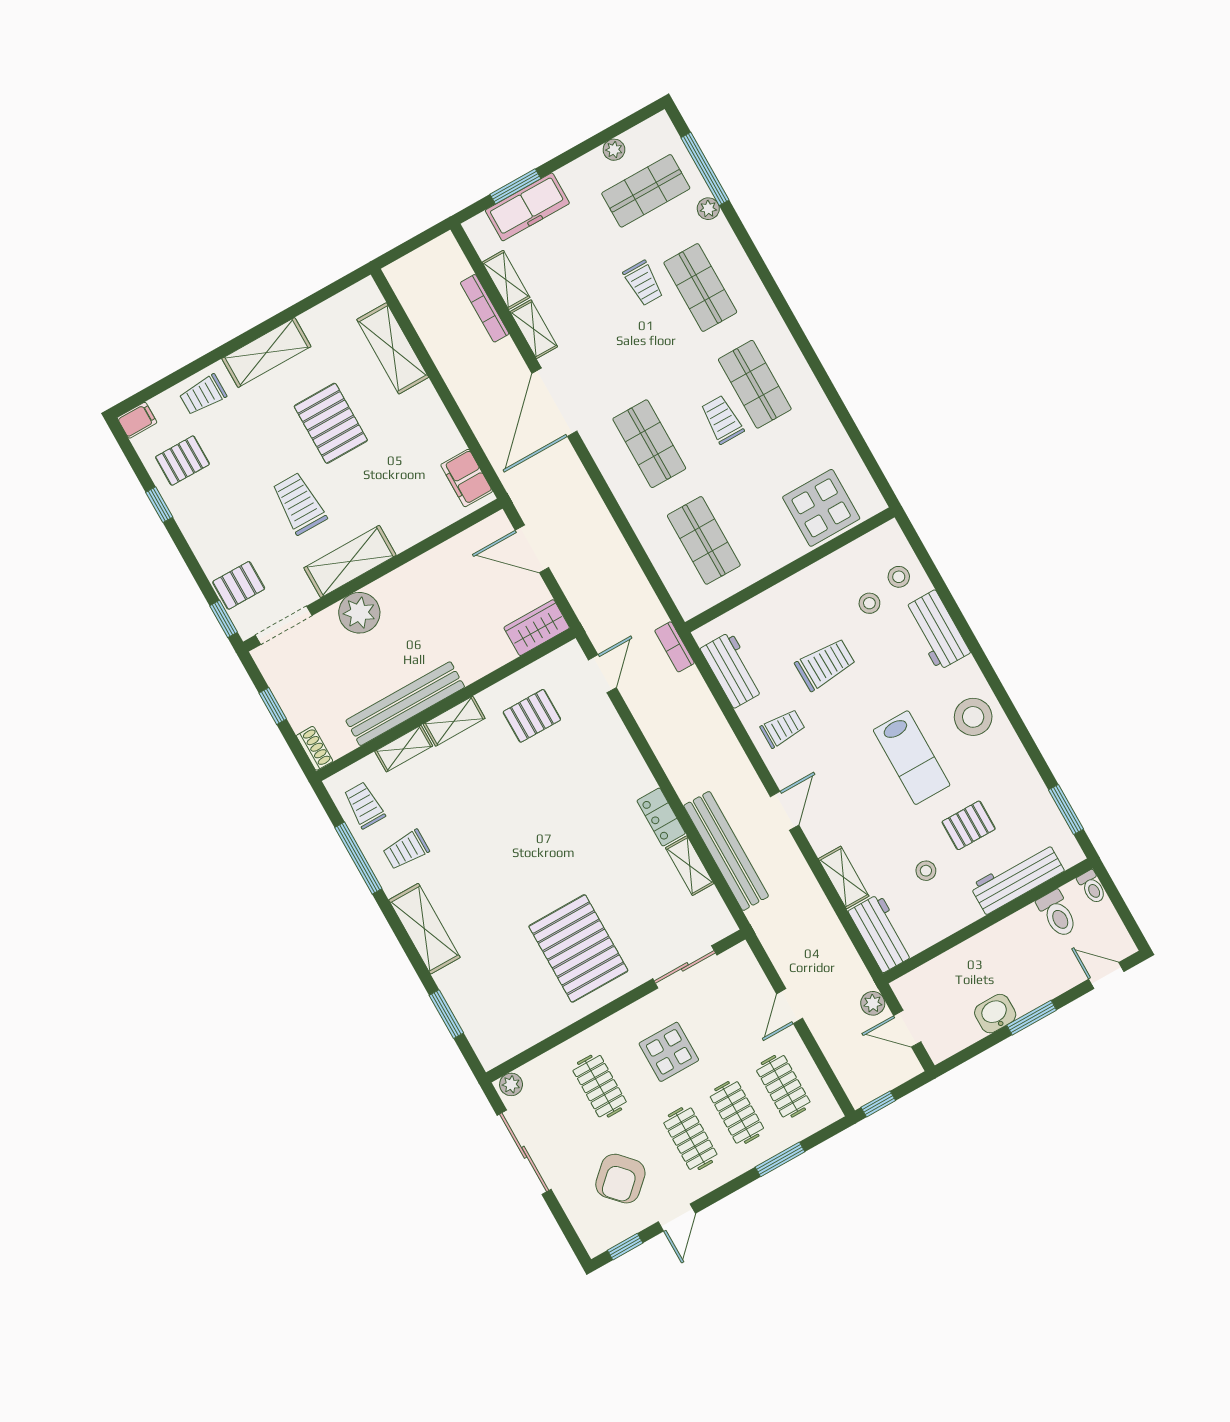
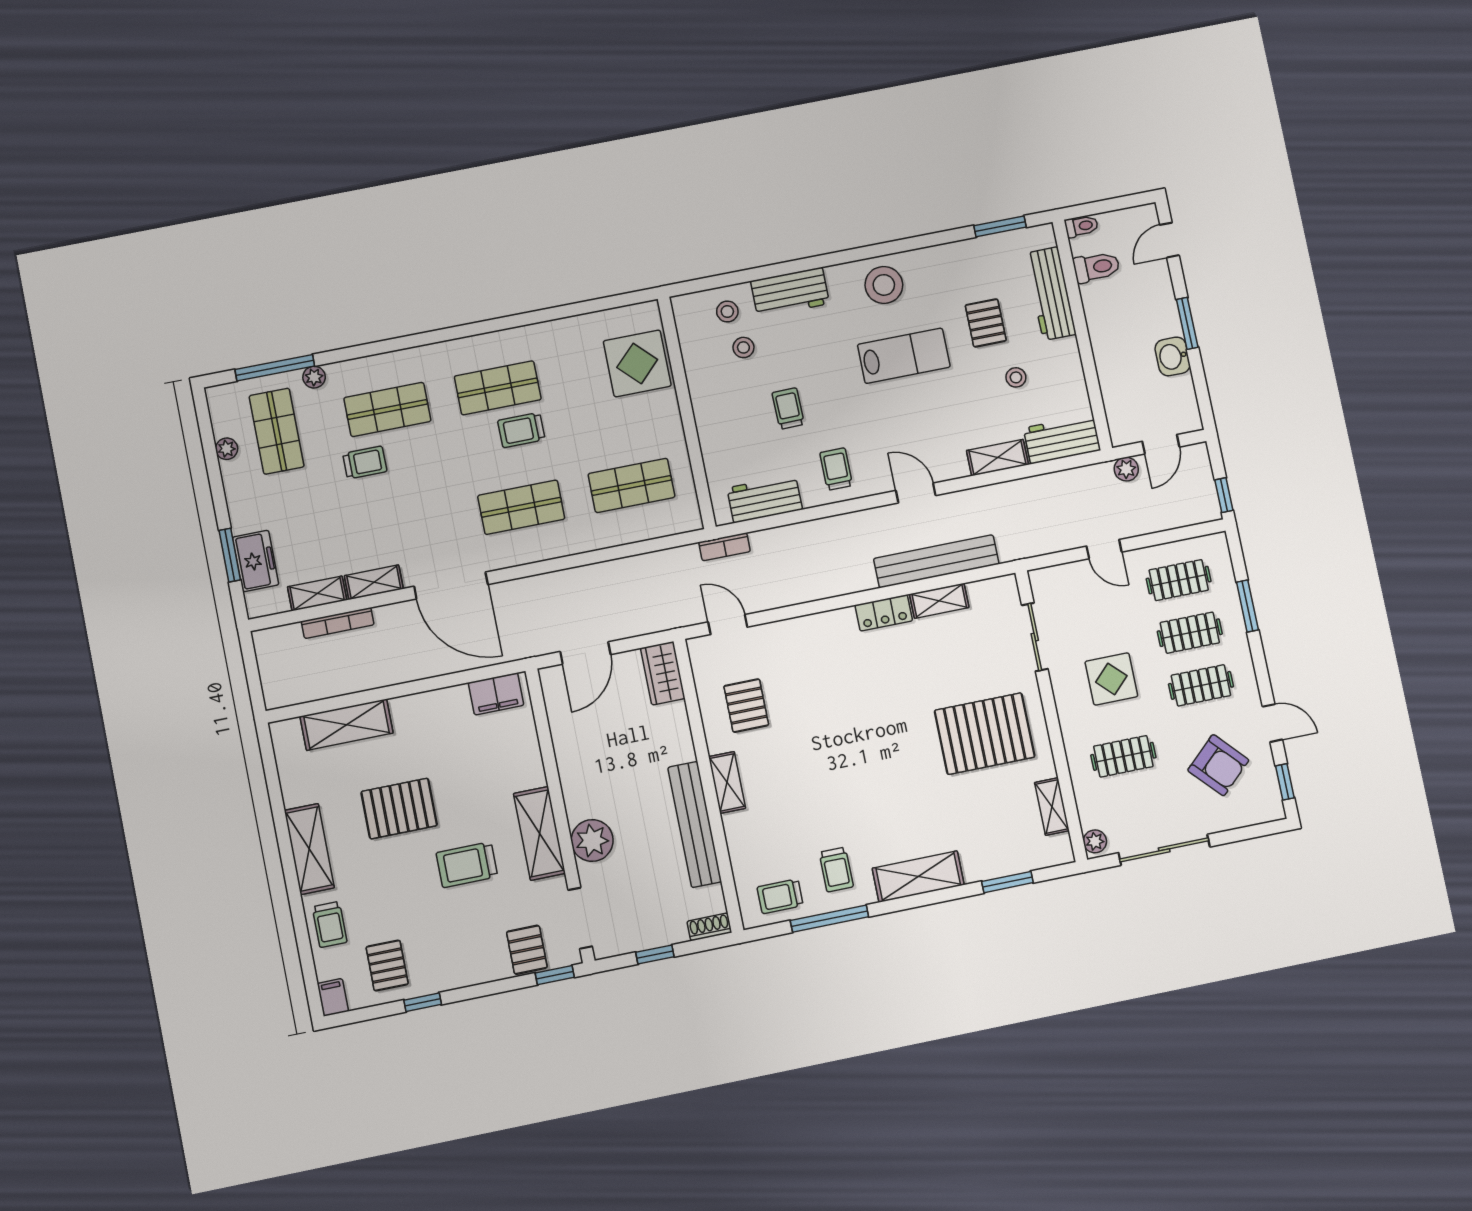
freezer: (527, 207) -> (256, 561), width x0.71
trolley: (825, 664) -> (788, 408), width x0.73, depth x0.72
shelving: (404, 749) -> (1052, 807), moved

